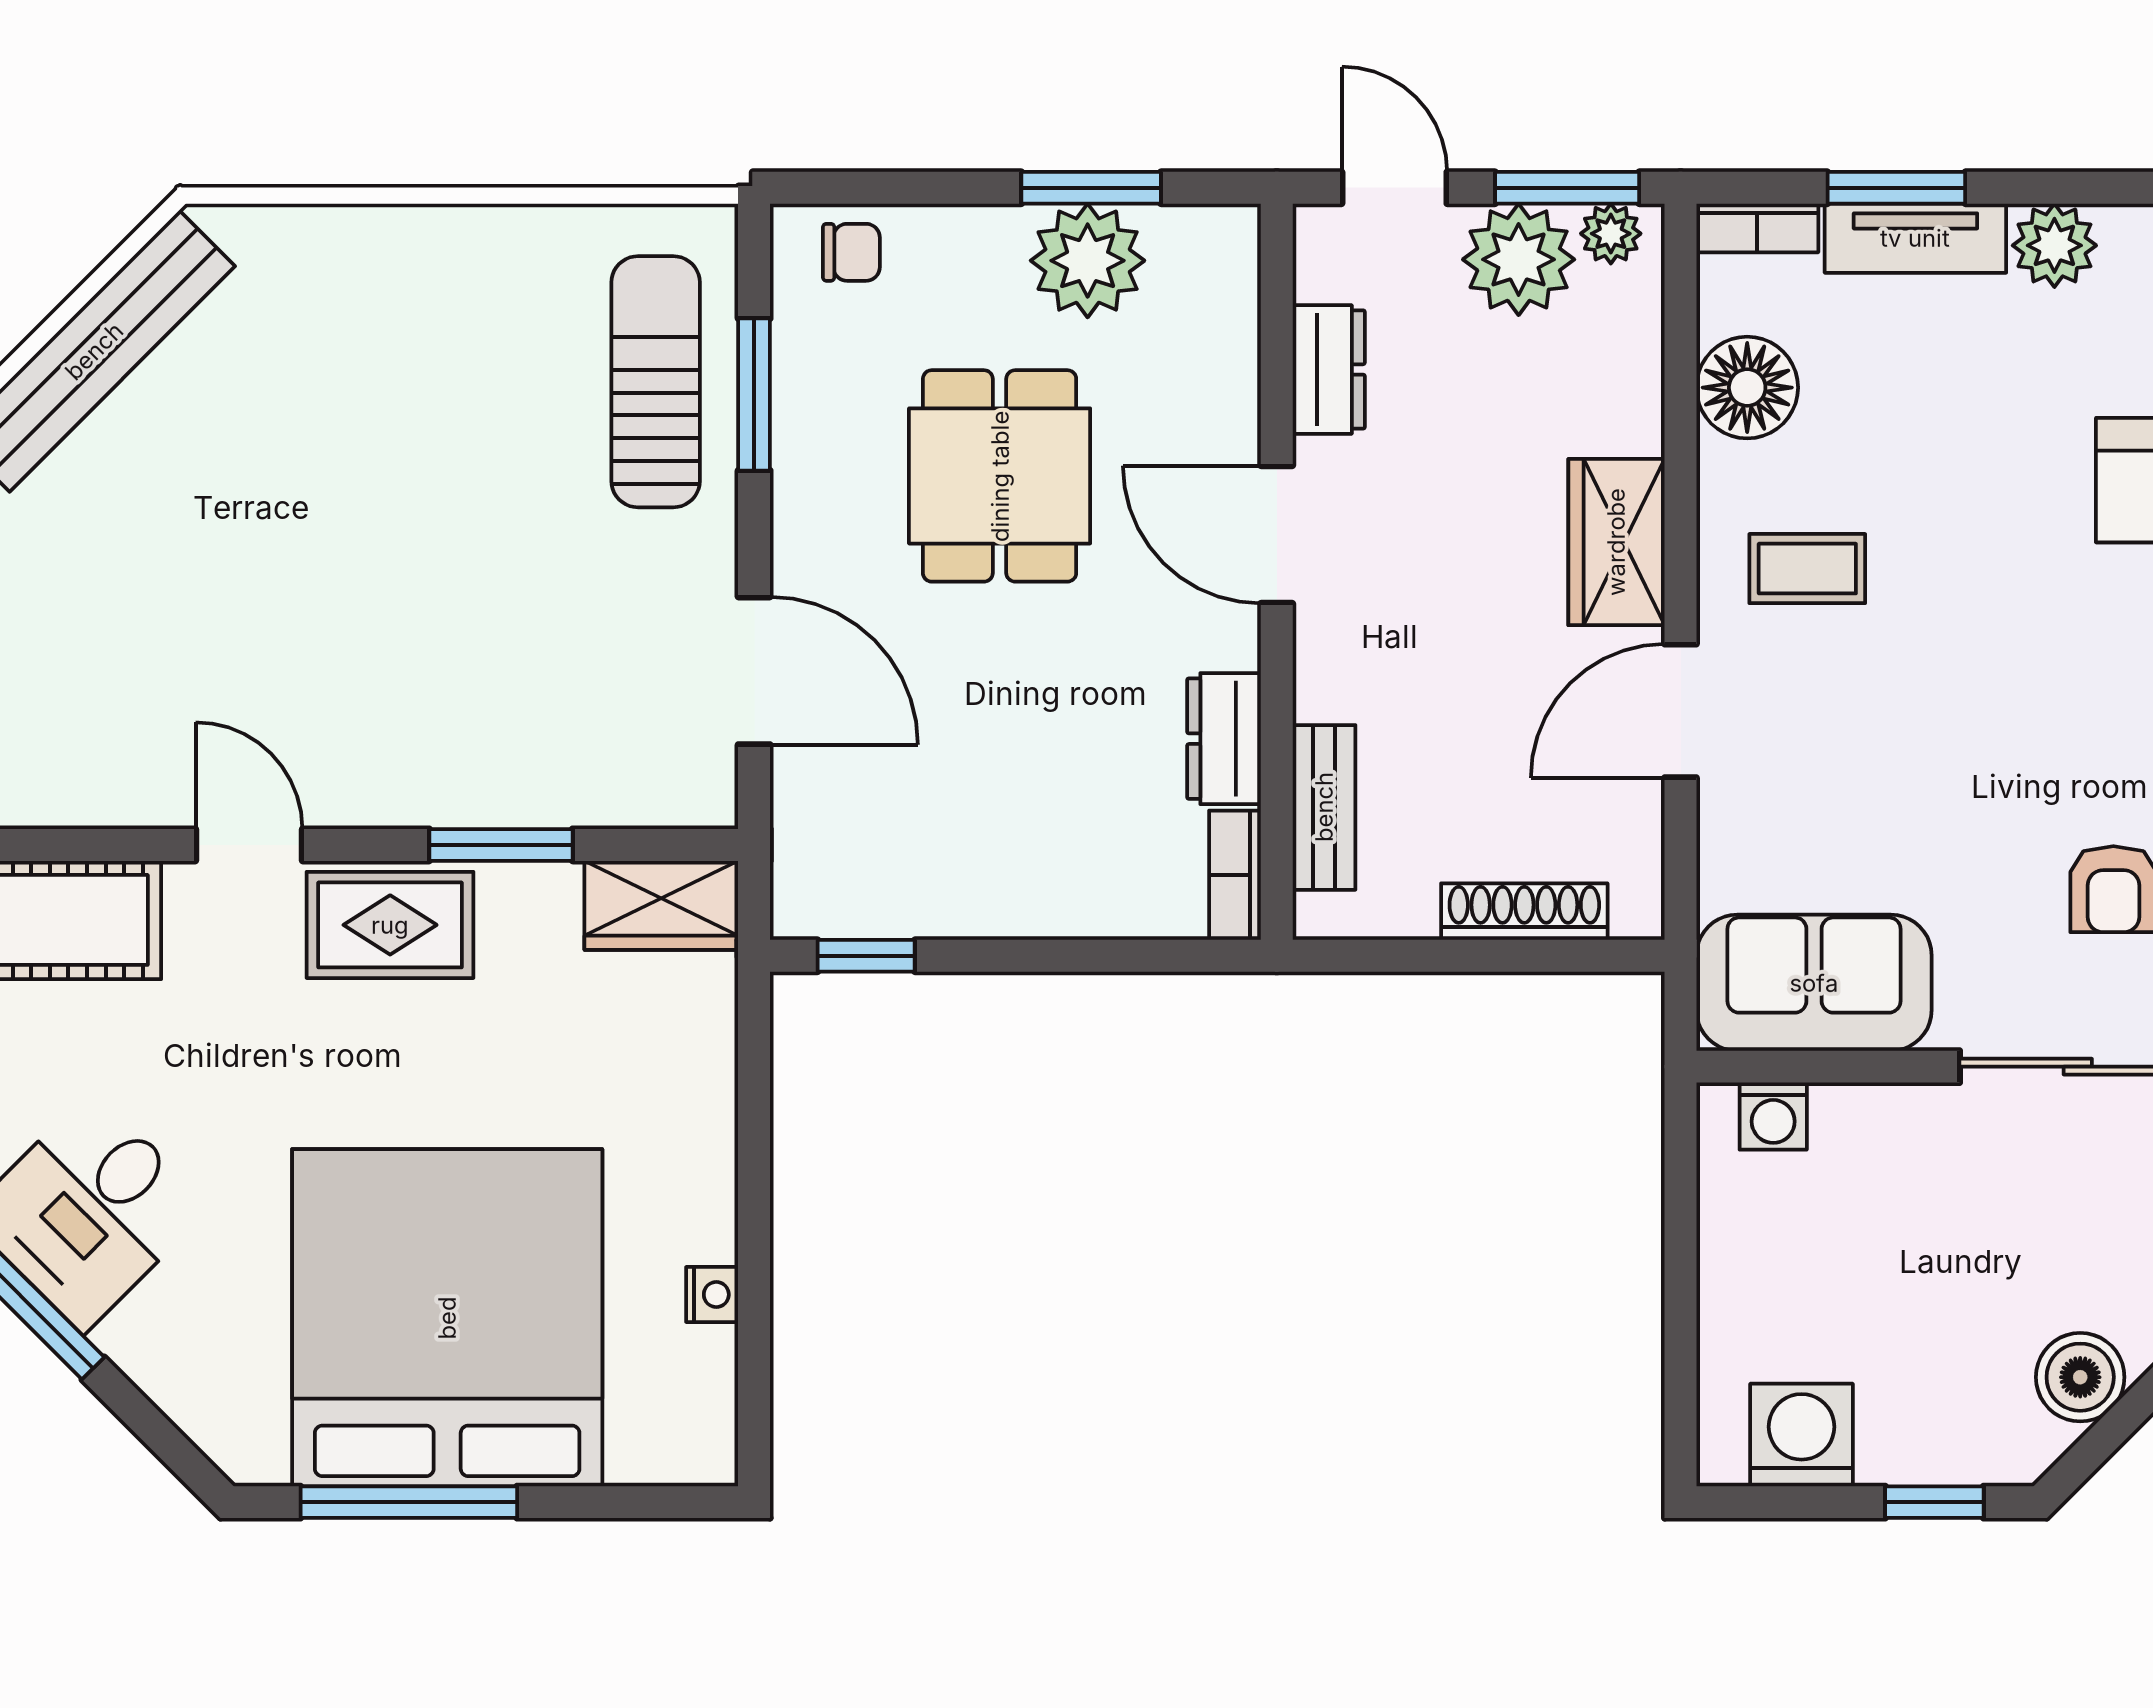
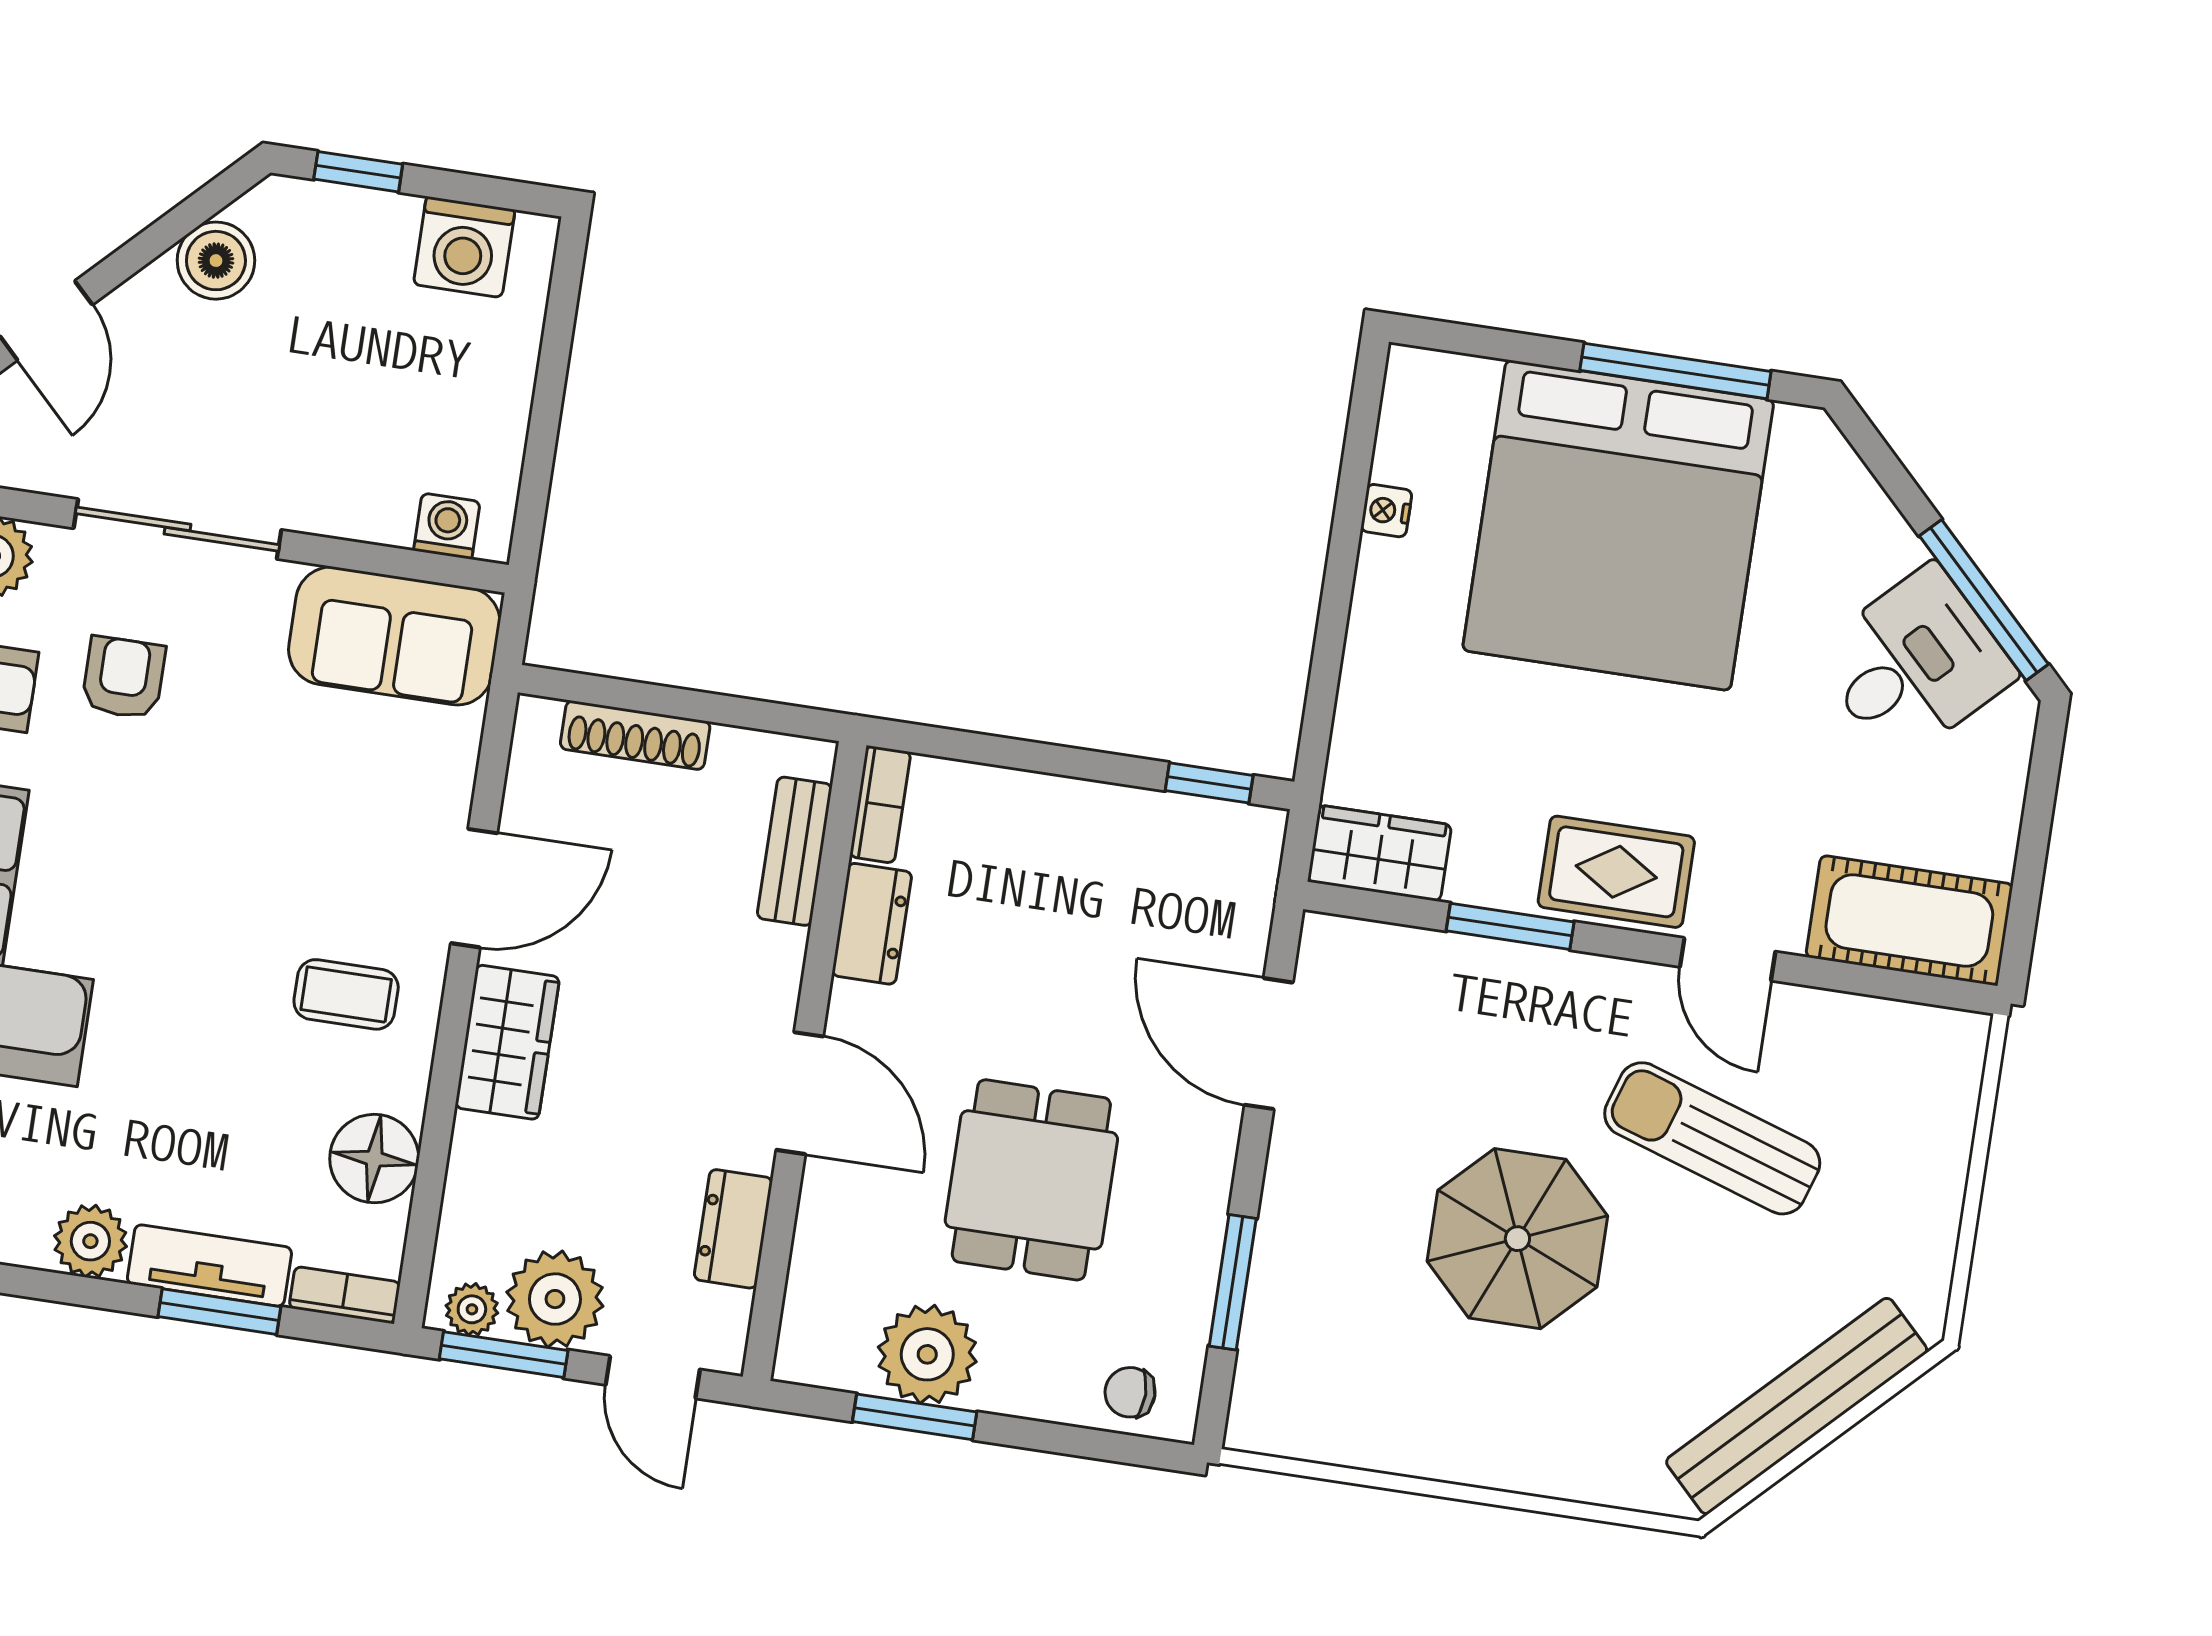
sun lounger: (656, 382) -> (1712, 1138), moved, turned 108
parasol: (439, 493) -> (1517, 1239), added

